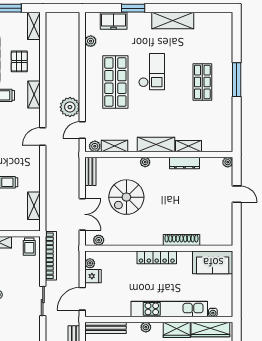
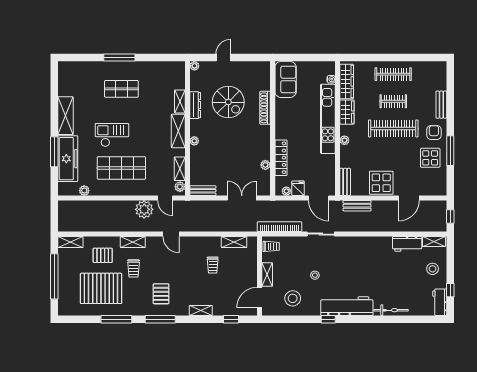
window: (133, 8) -> (54, 152), width x1.44
freezer: (114, 21) -> (68, 159), width x1.91, depth x1.26
spiral stairs: (126, 197) -> (228, 102), moved
plant: (99, 240) -> (265, 165), moved
locker: (157, 257) -> (281, 158), moved
bench: (106, 328) -> (345, 182), width x0.73

